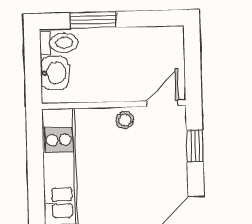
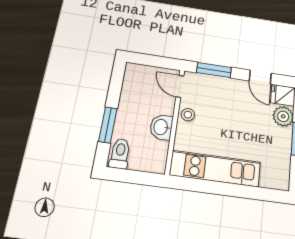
washbasin: (55, 73) -> (161, 127), moved, turned -90
window: (195, 146) -> (214, 70), width x1.50

